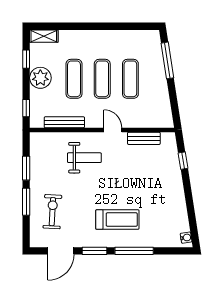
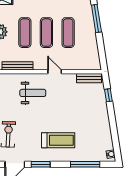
bench: (144, 138) -> (89, 78), moved
window: (134, 251) -> (85, 164), moved

